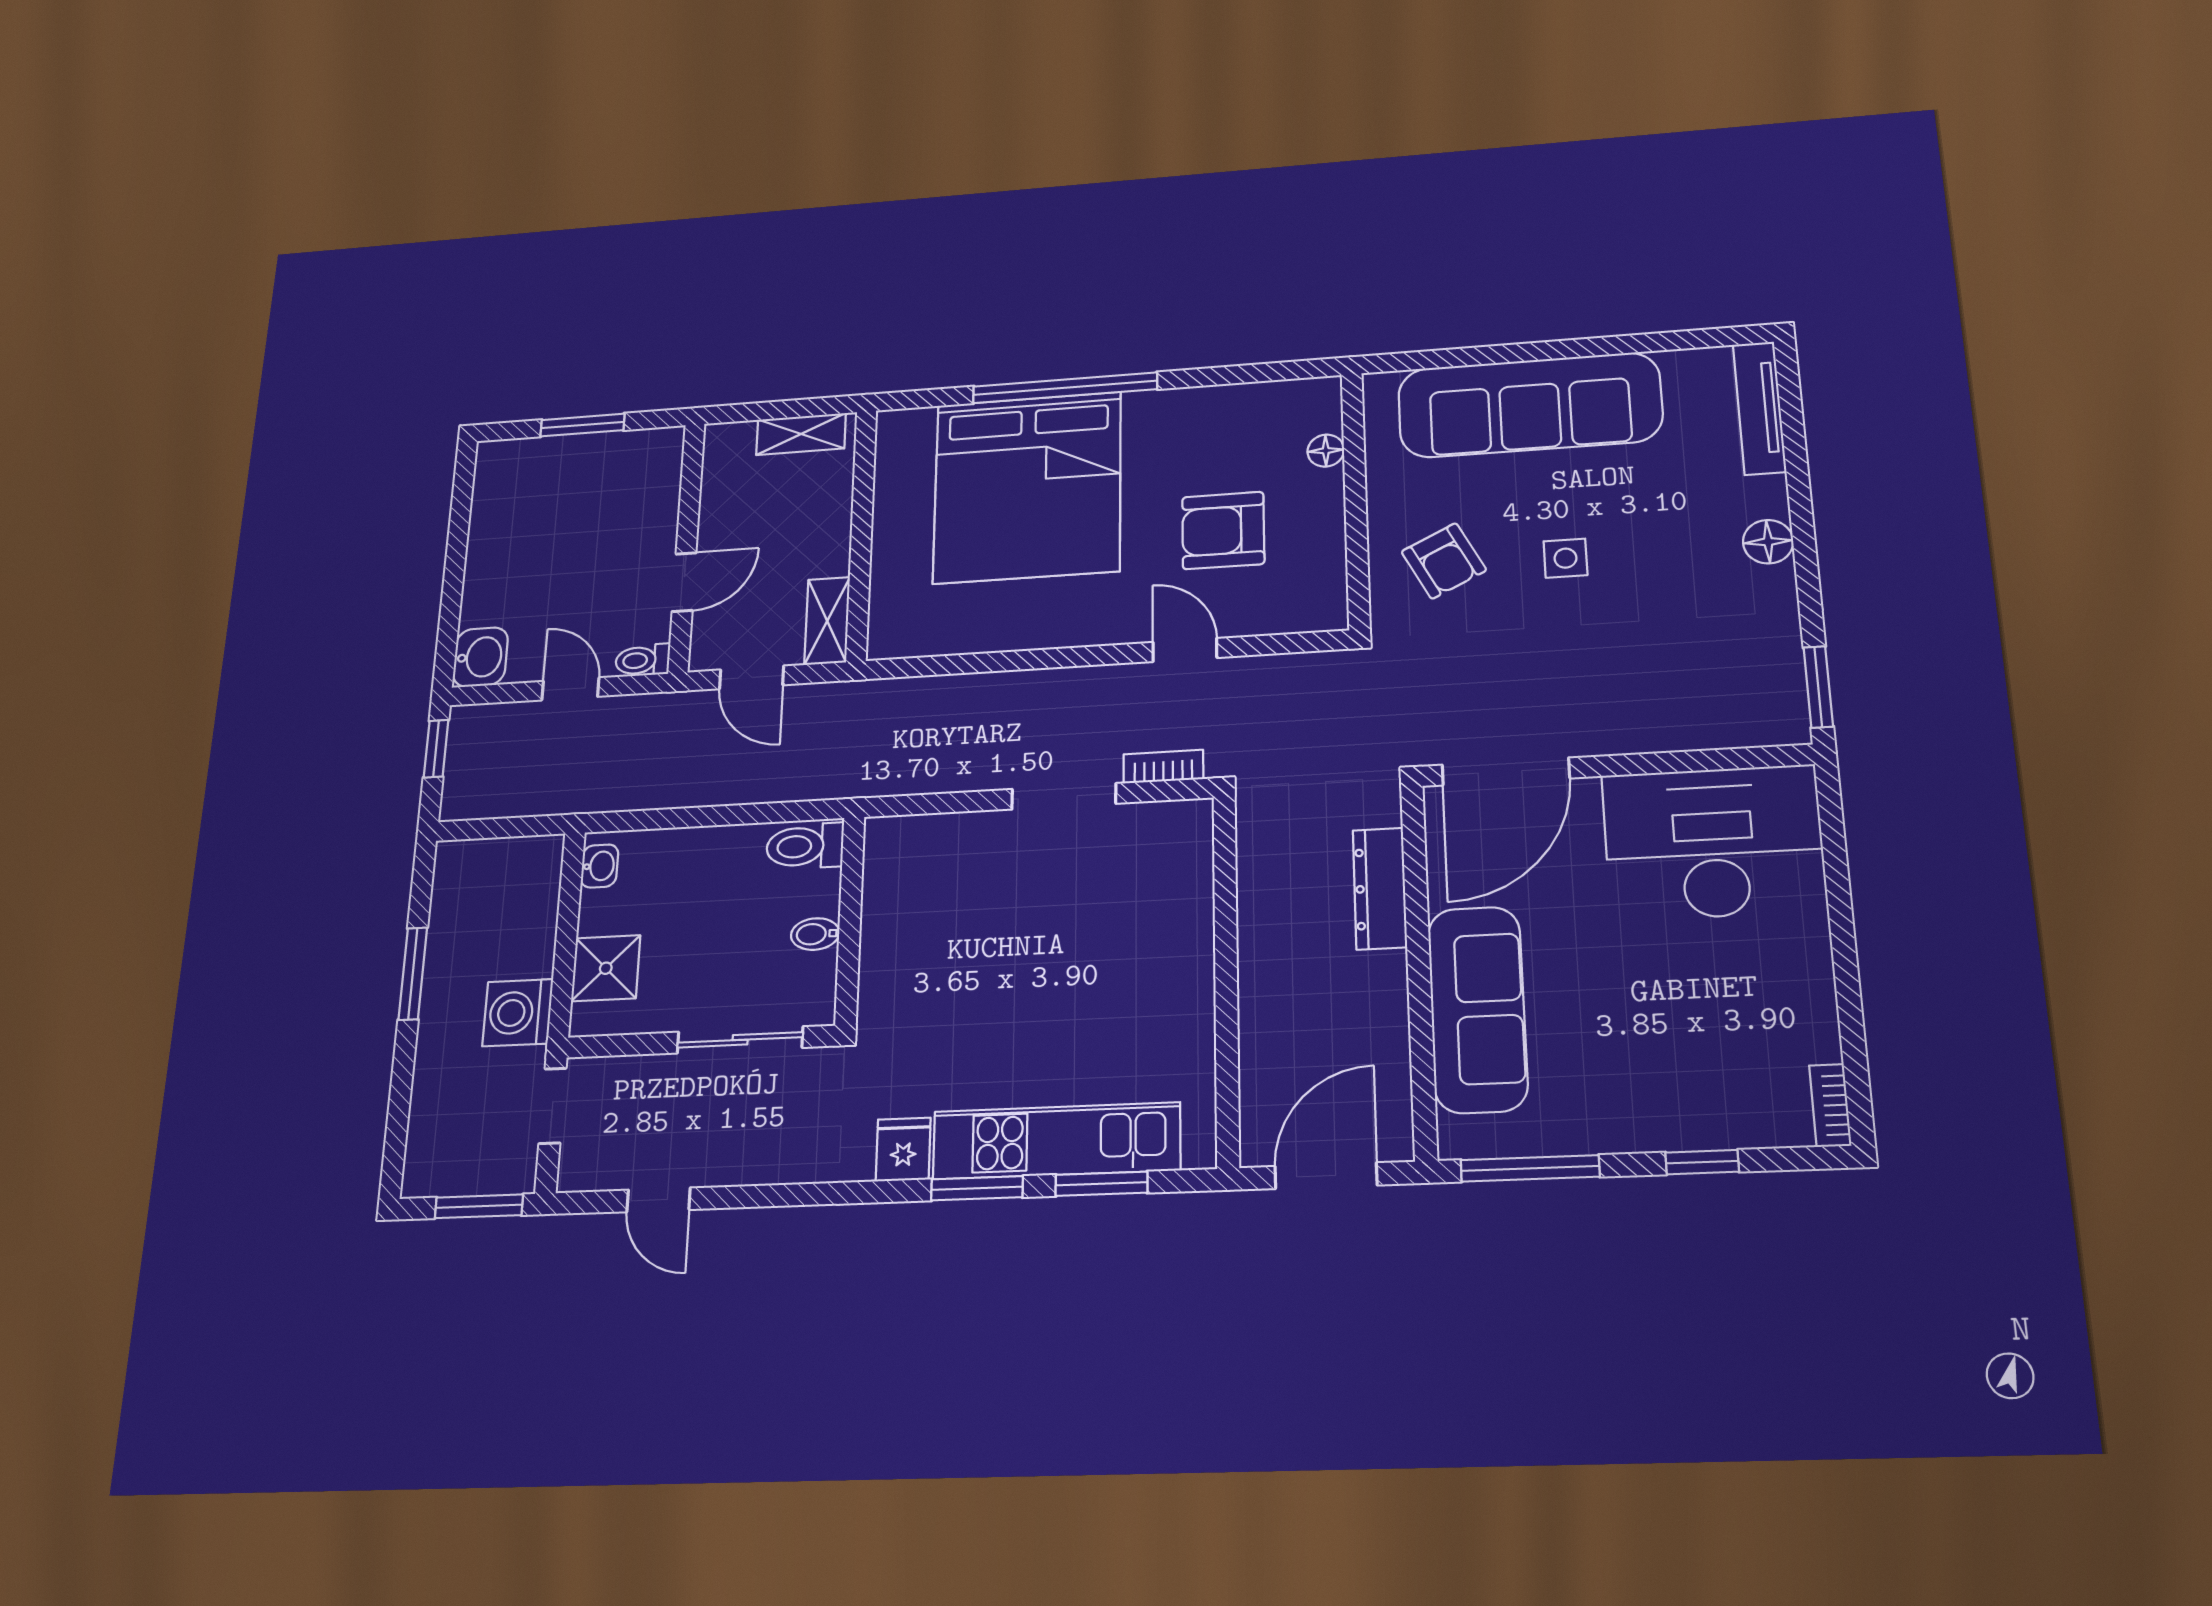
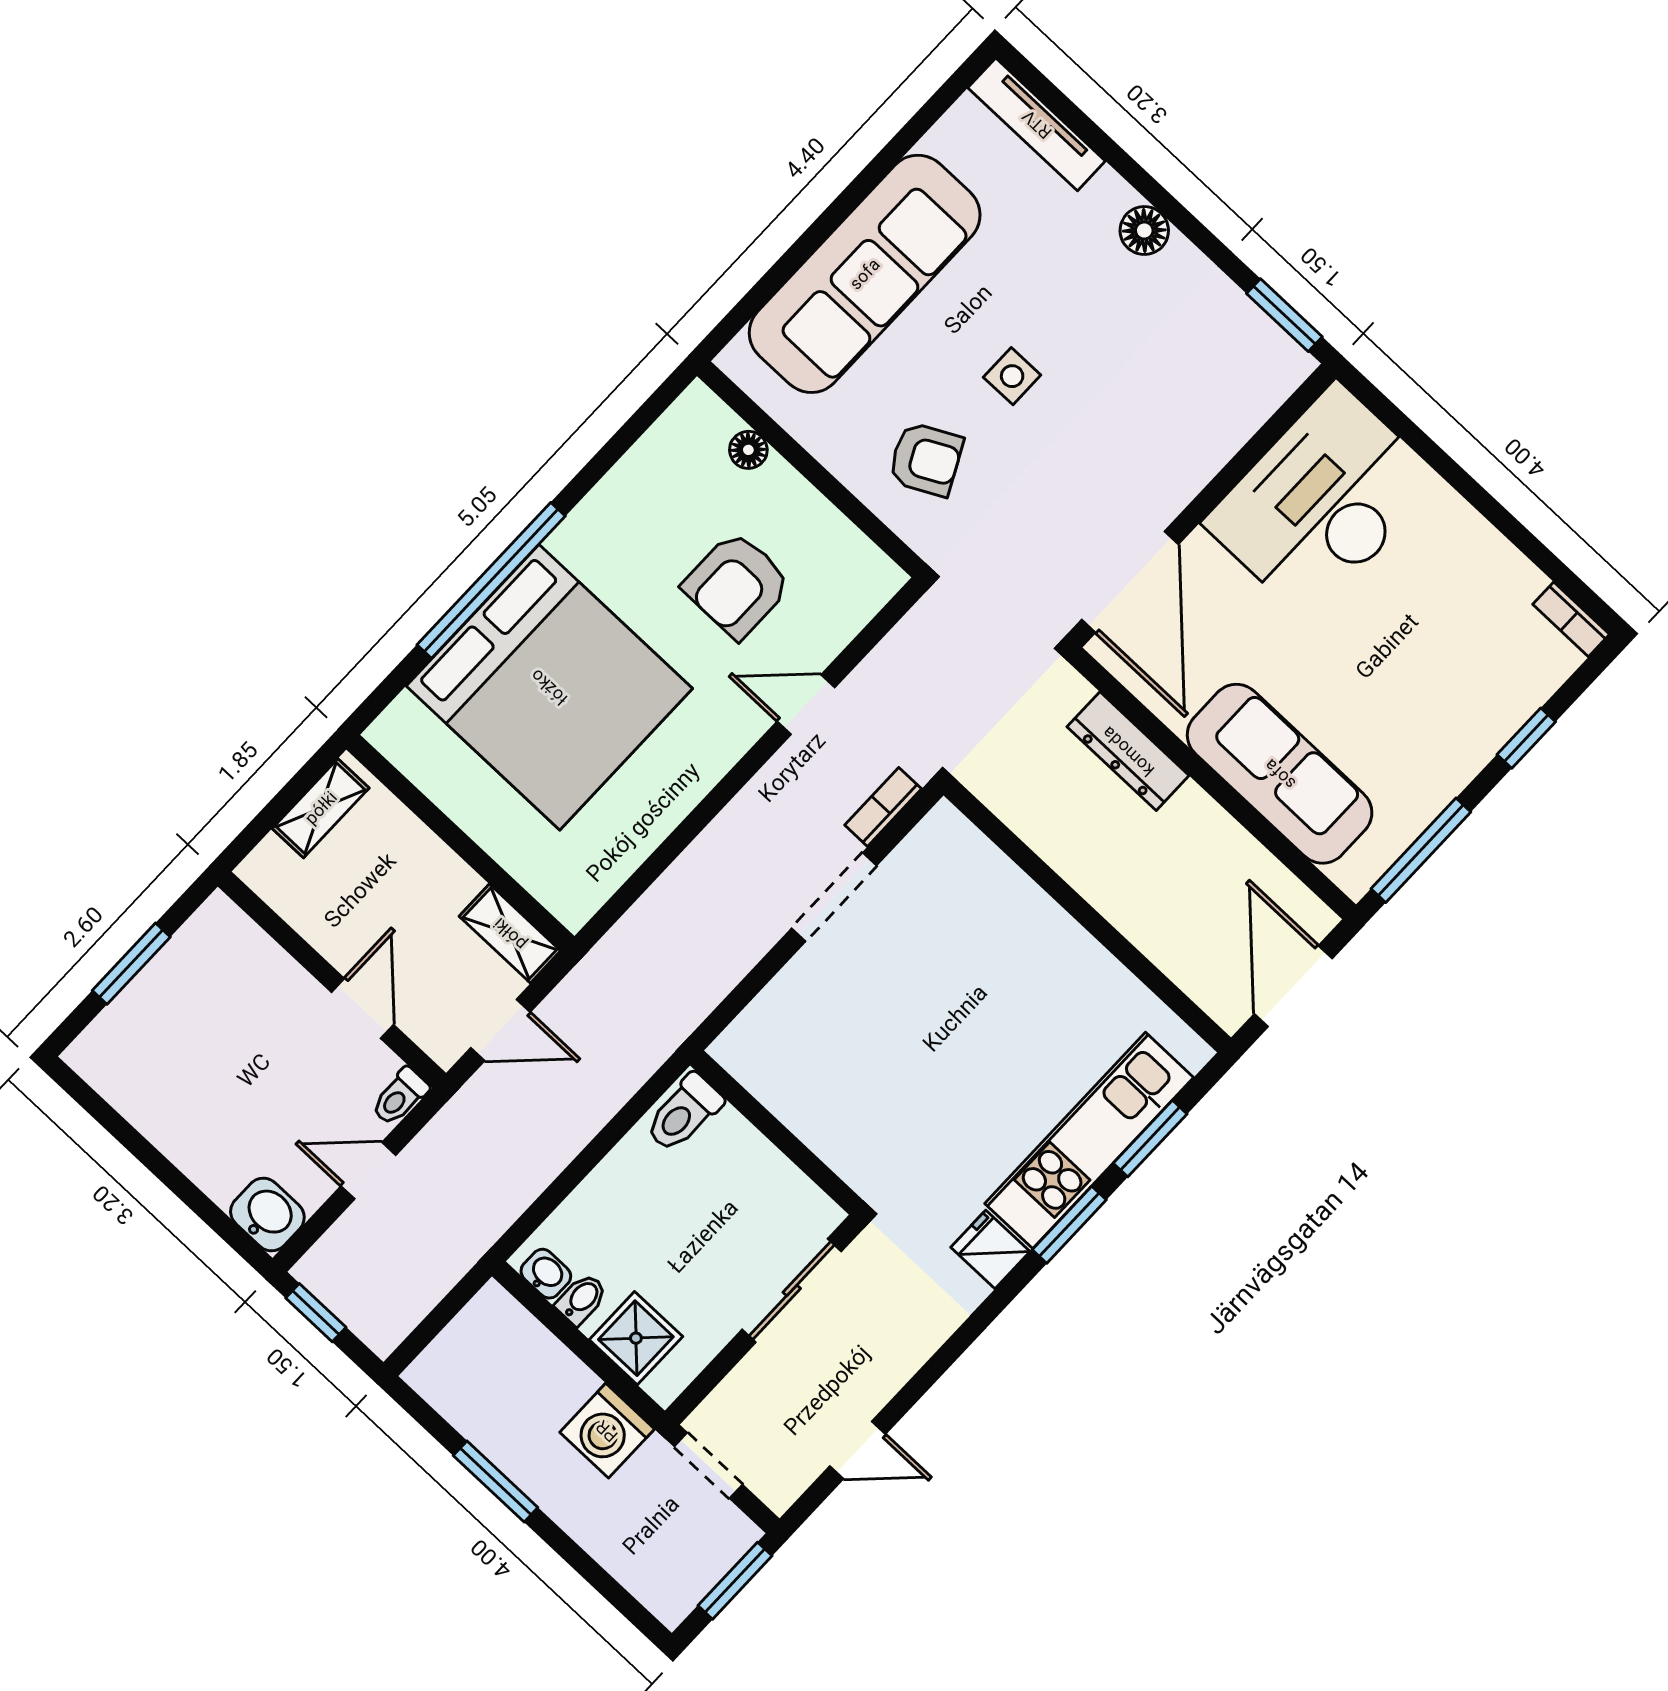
bidet: (815, 934) -> (582, 1299), moved, turned 180

